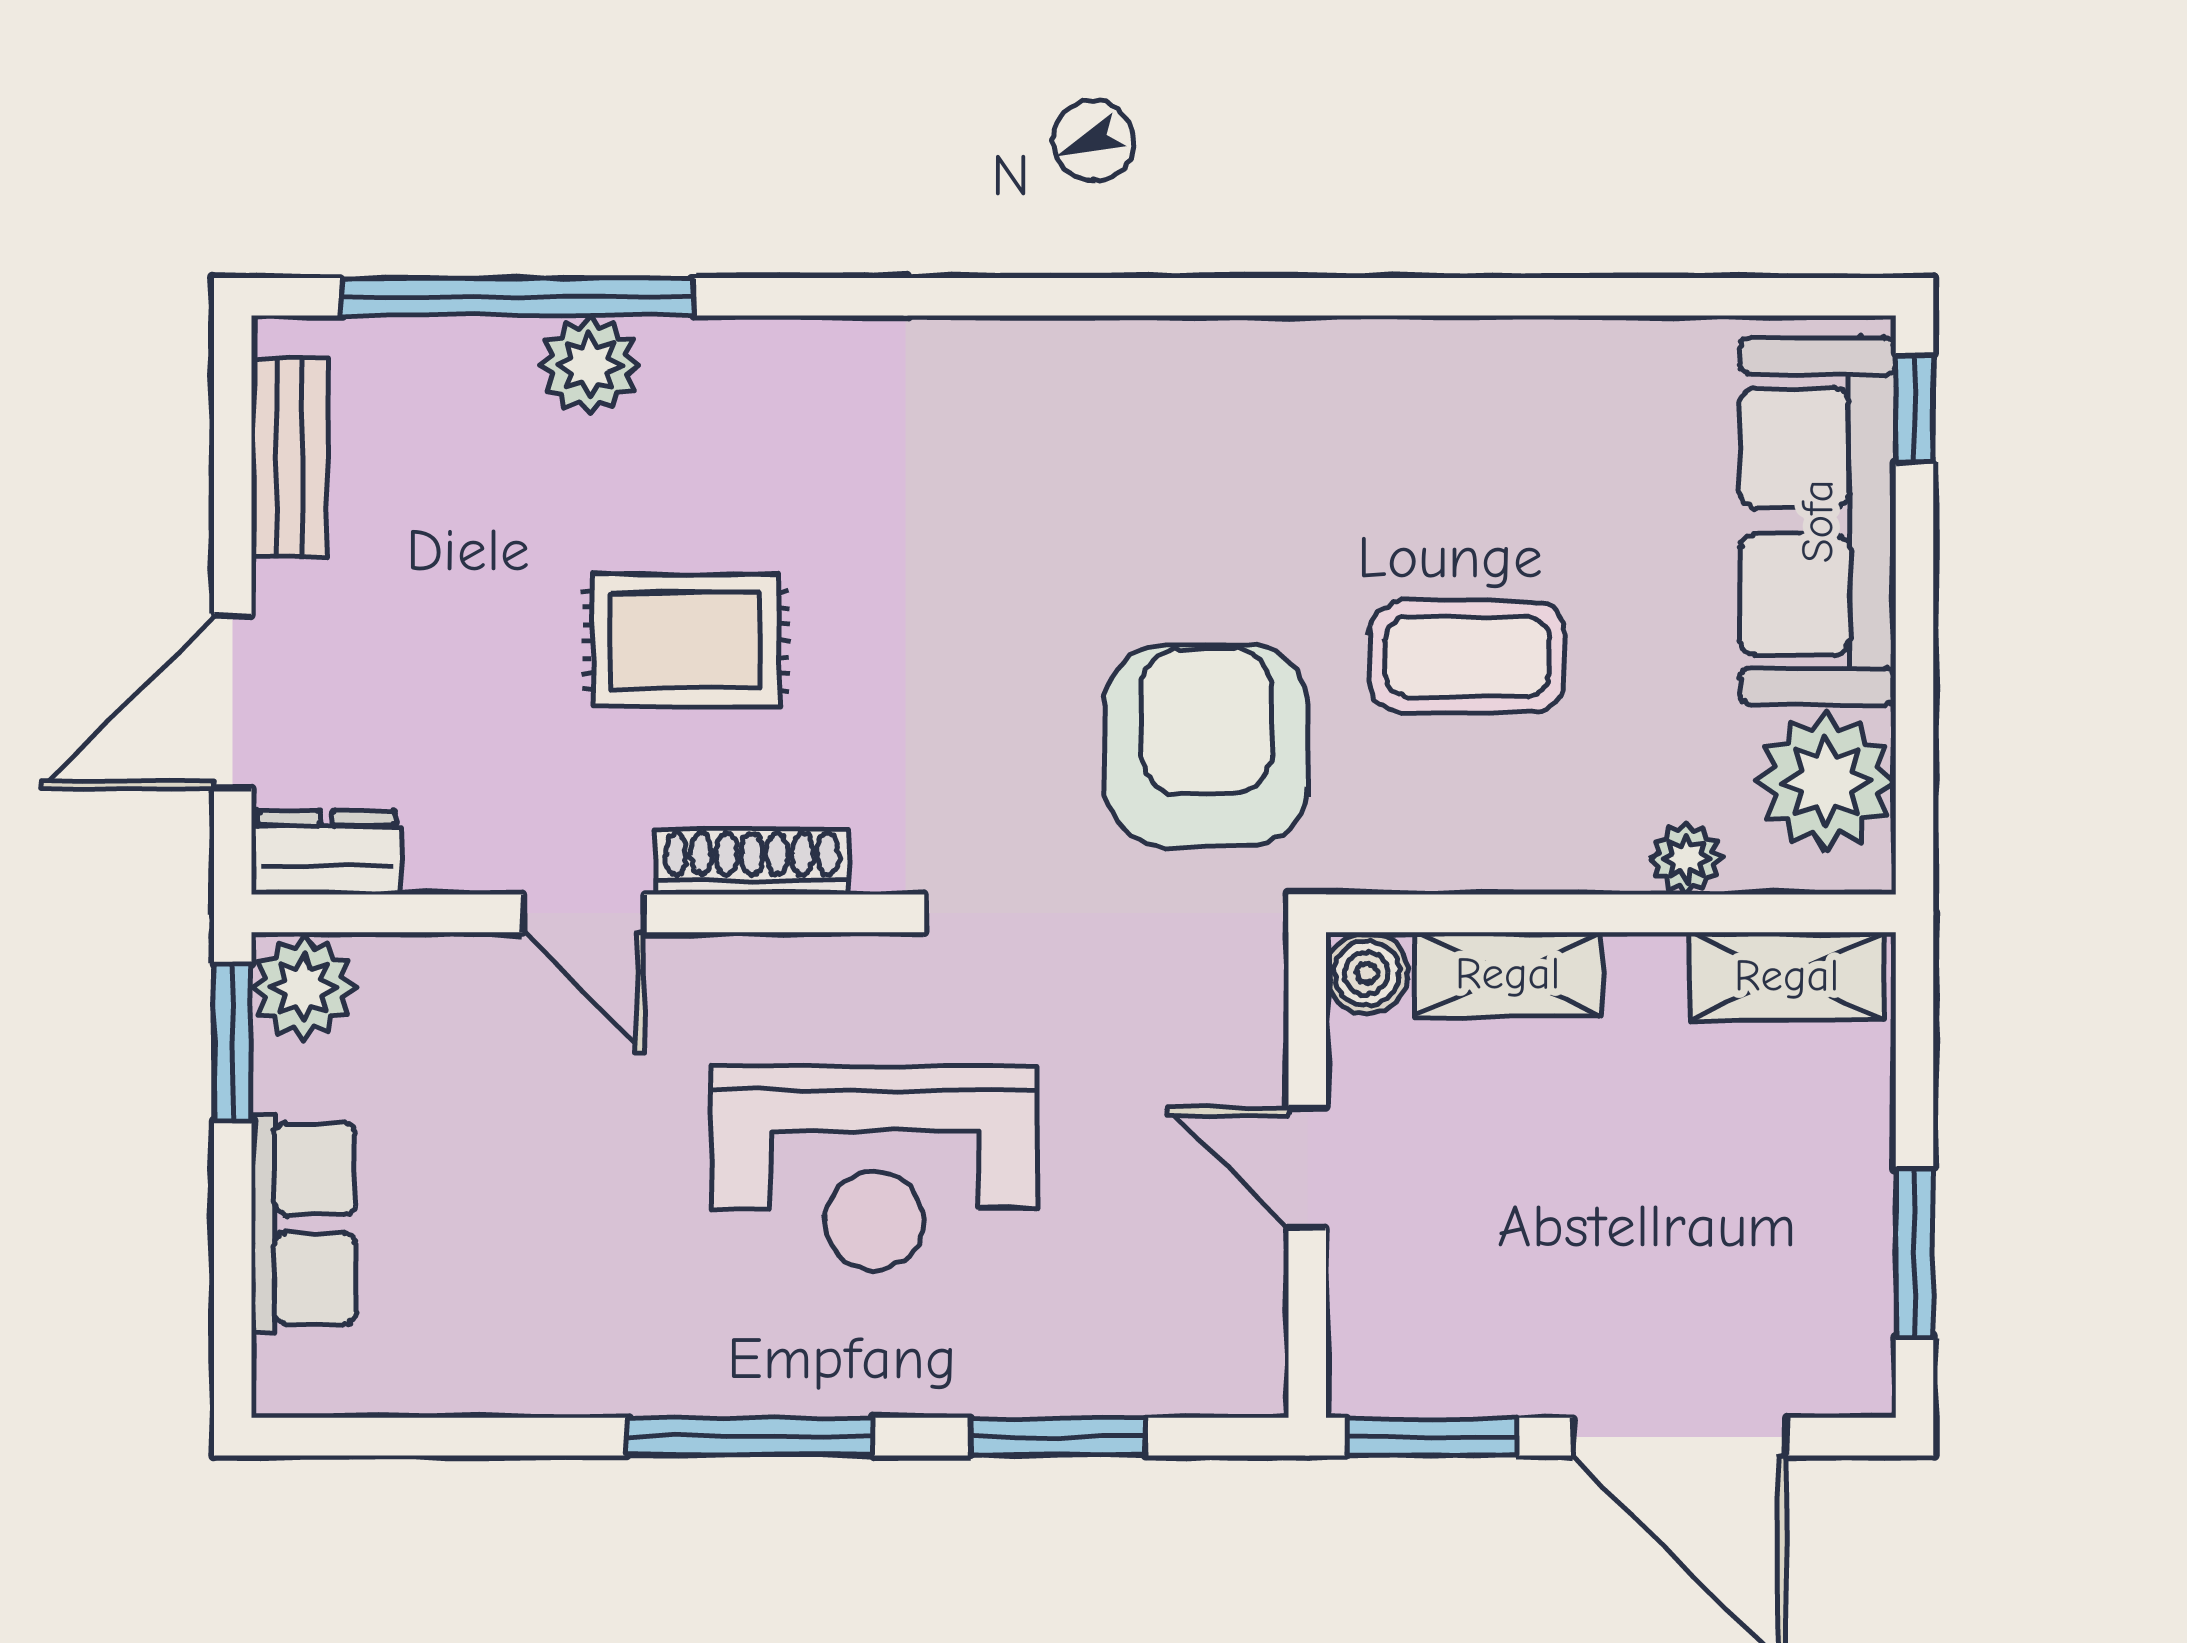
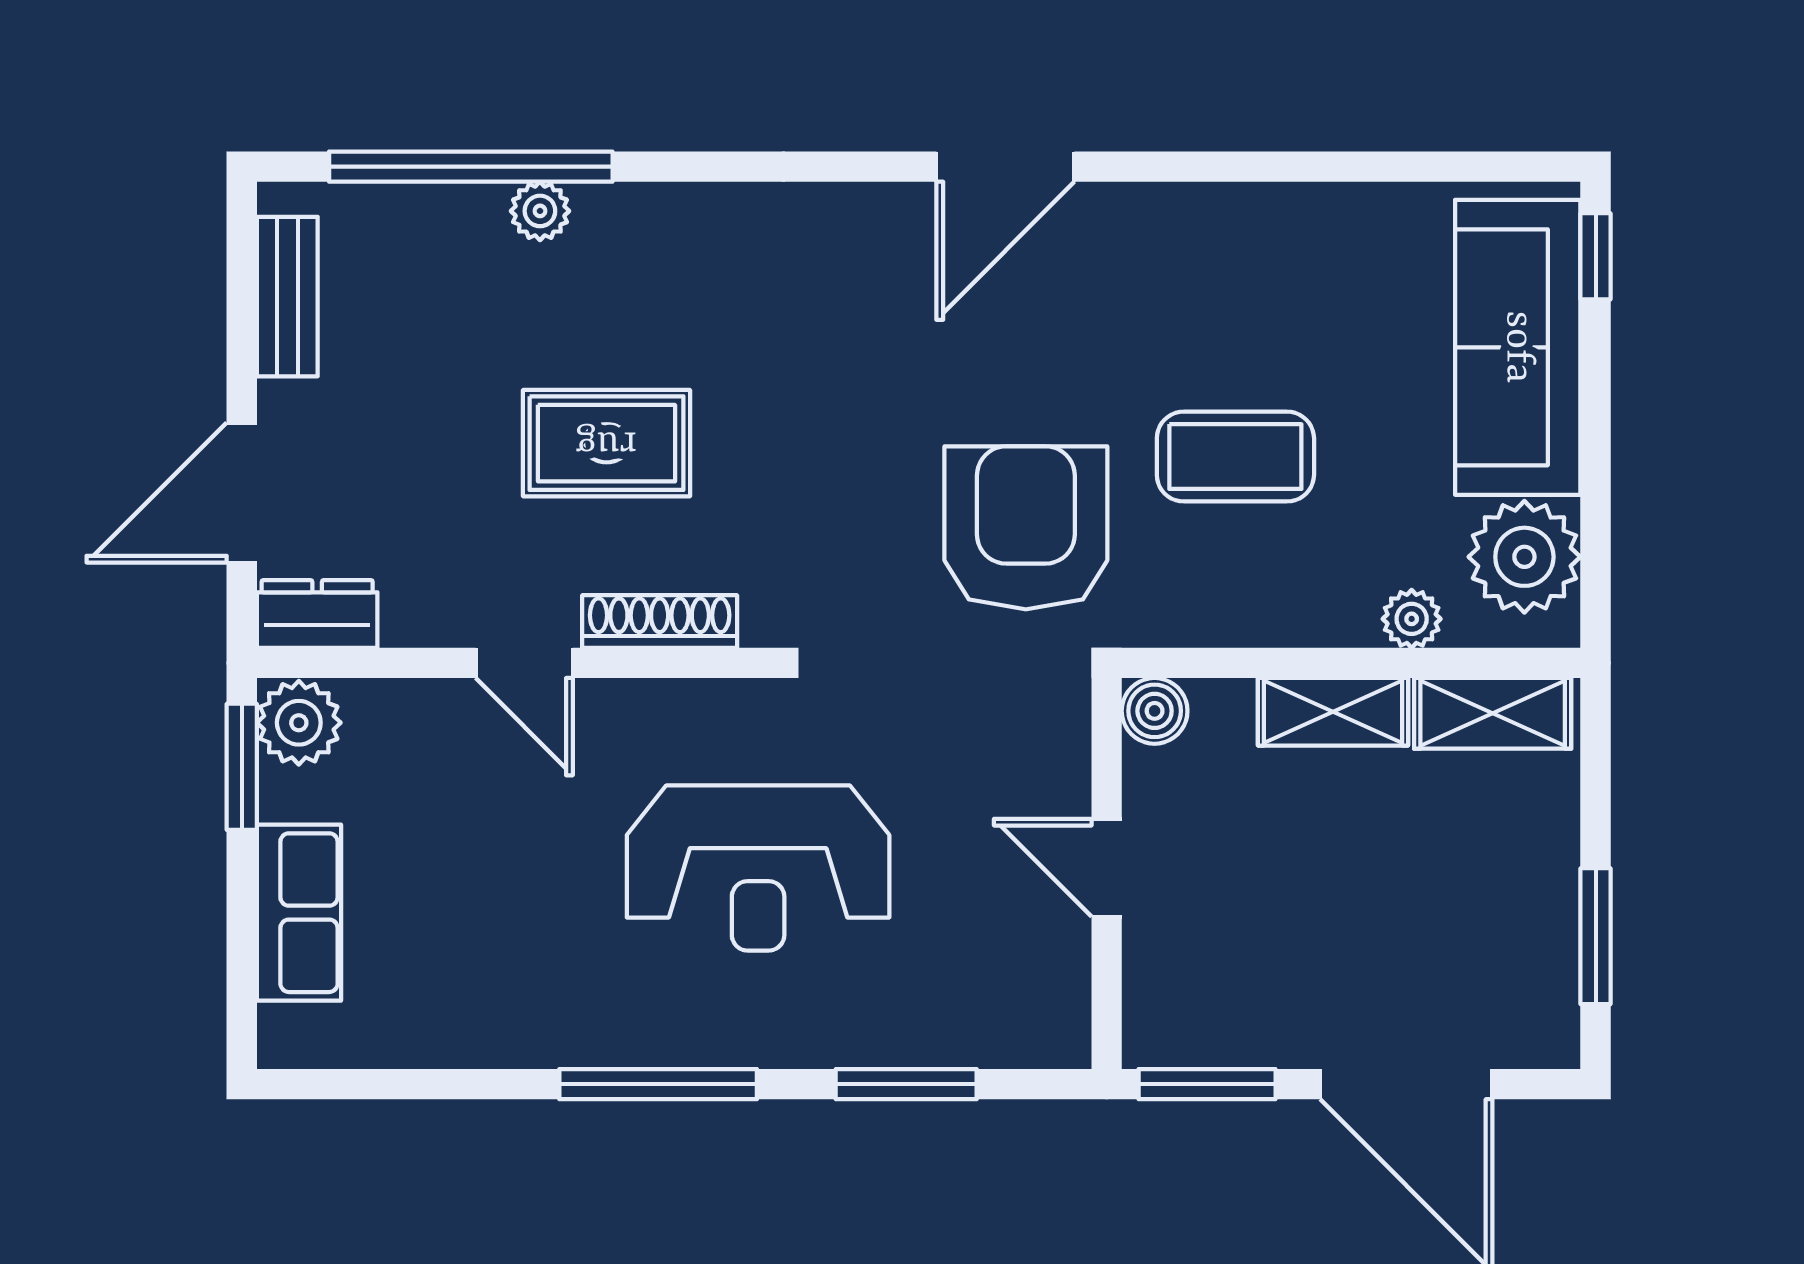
door: (1181, 297) -> (1005, 167), added
plant: (590, 366) -> (540, 211), width x0.73, depth x0.73
shelving: (1508, 974) -> (1333, 712), moved

